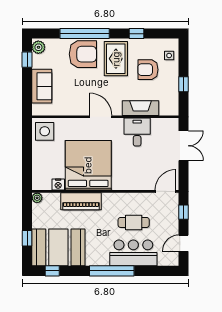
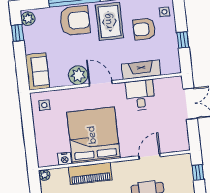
sofa: (42, 86) -> (37, 71), moved
plant: (80, 106) -> (78, 75), added
side table: (45, 131) -> (44, 105), width x0.54, depth x0.54
door: (165, 191) -> (150, 156), moved

